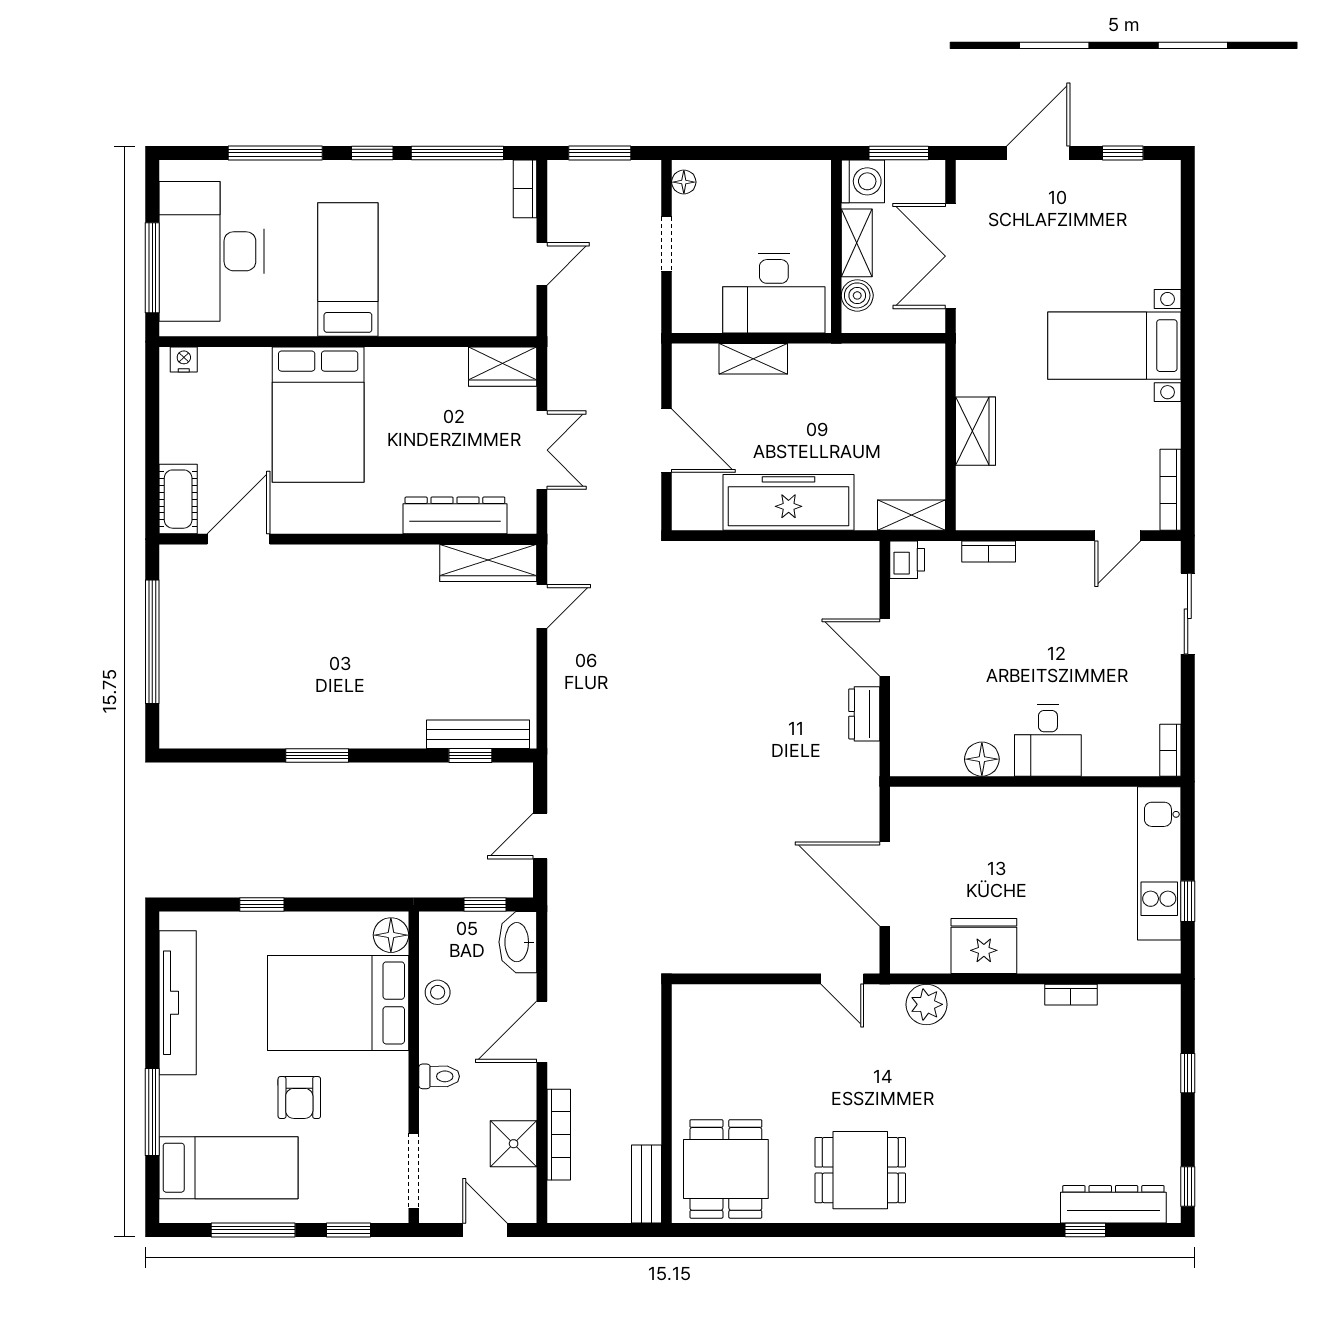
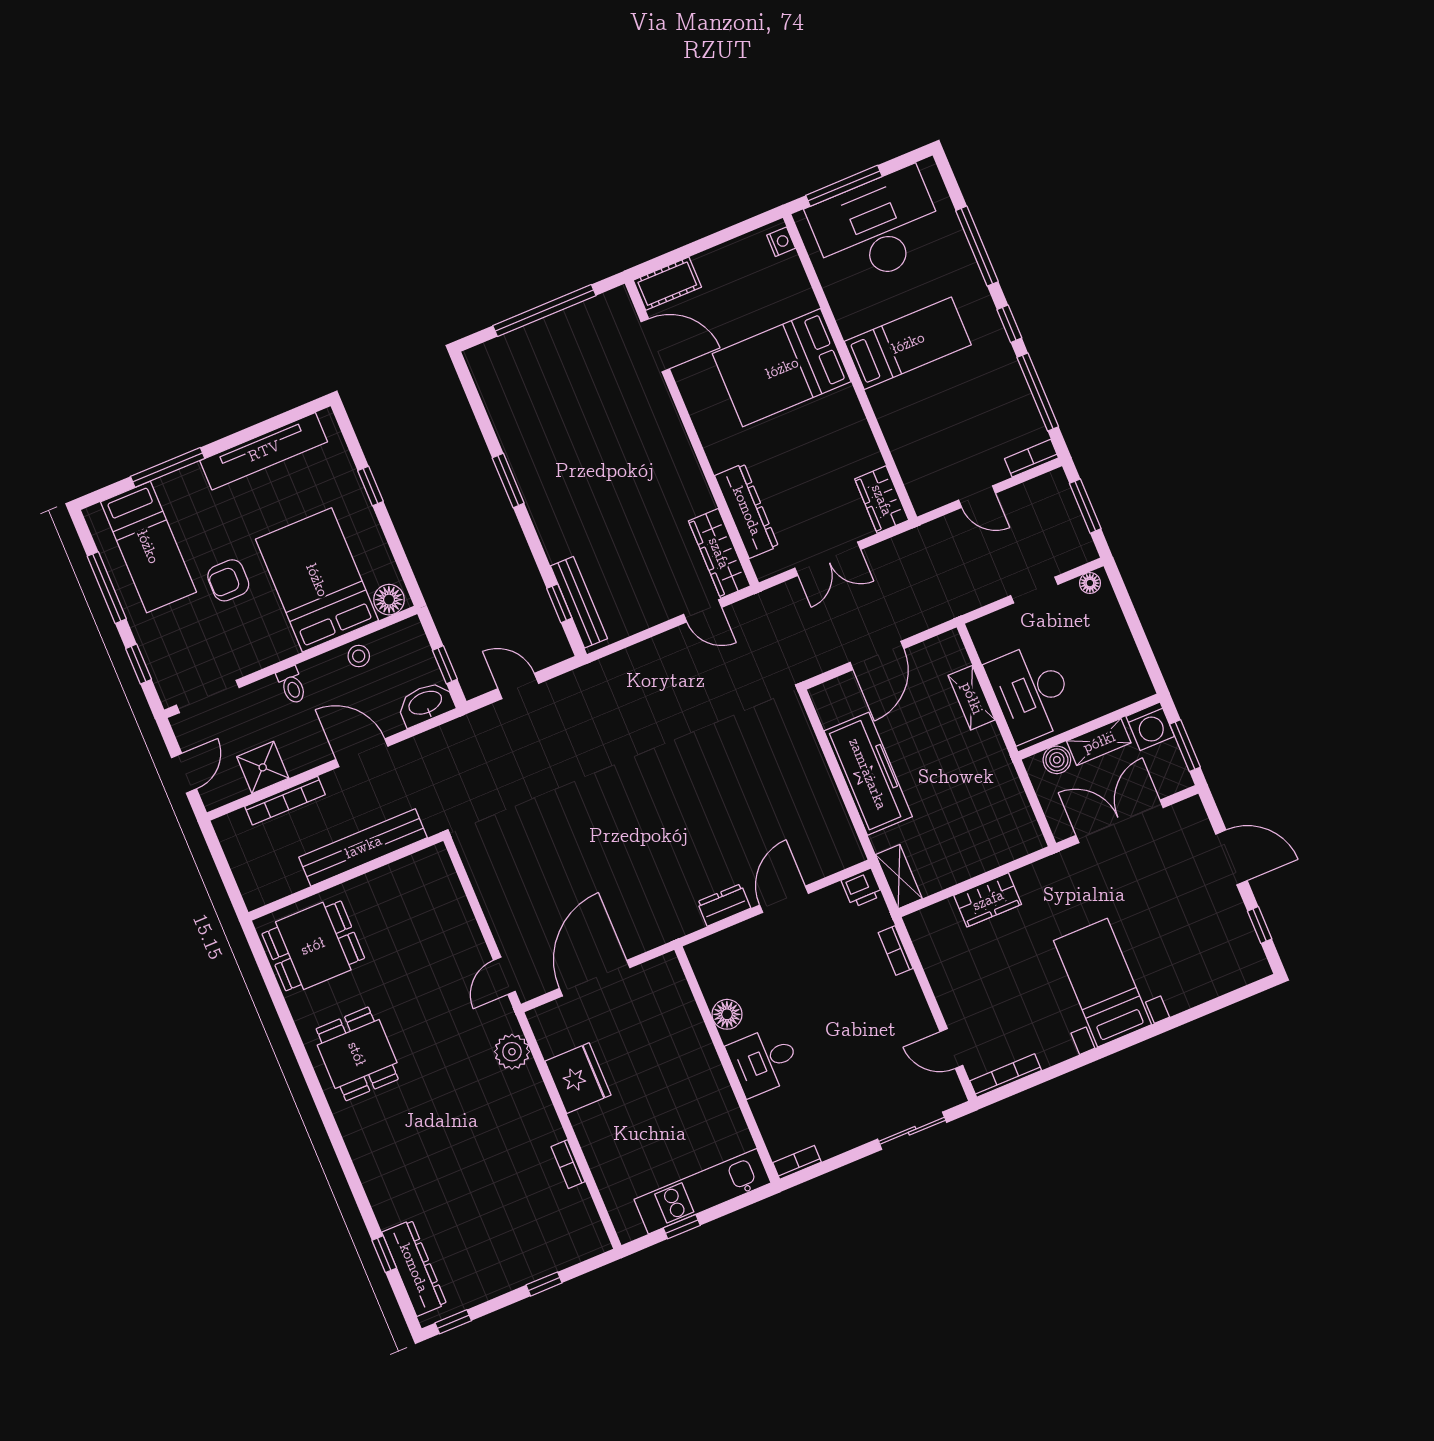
bench: (646, 1184) -> (363, 847), moved, width x1.86, depth x1.21

